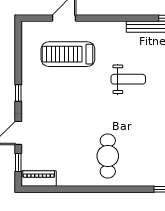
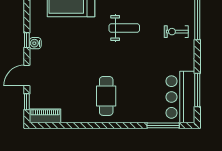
water cooler: (28, 96) -> (35, 43), added

